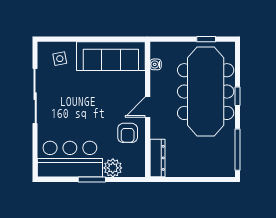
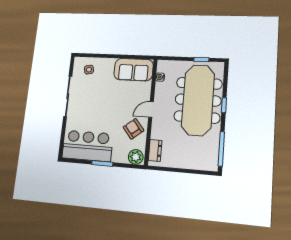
sofa: (111, 56) -> (134, 70), width x0.73
armchair: (128, 133) -> (133, 129), turned 141
dresser: (157, 158) -> (155, 150), width x0.70
plant: (113, 168) -> (136, 157), moved

